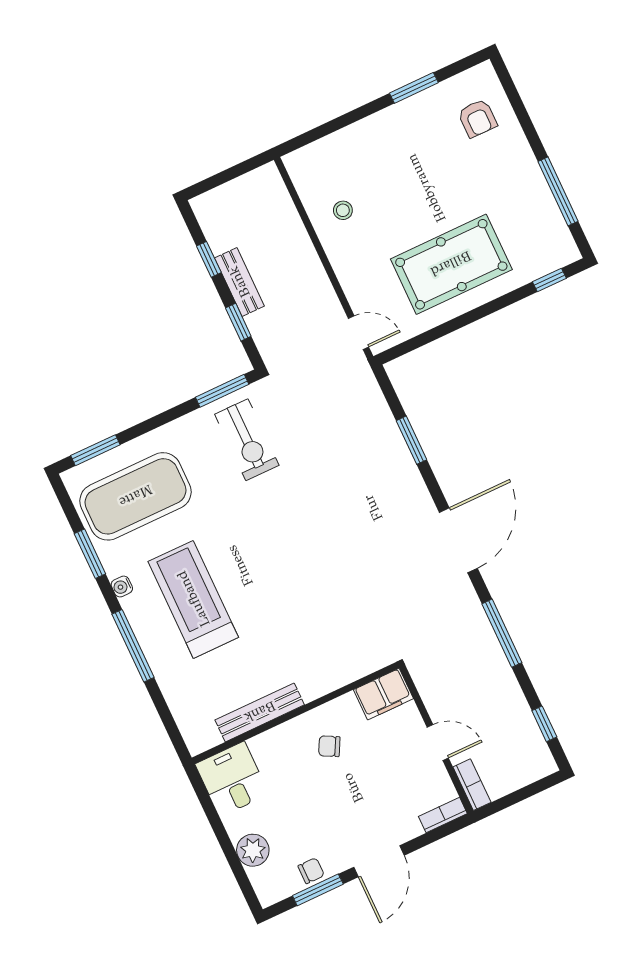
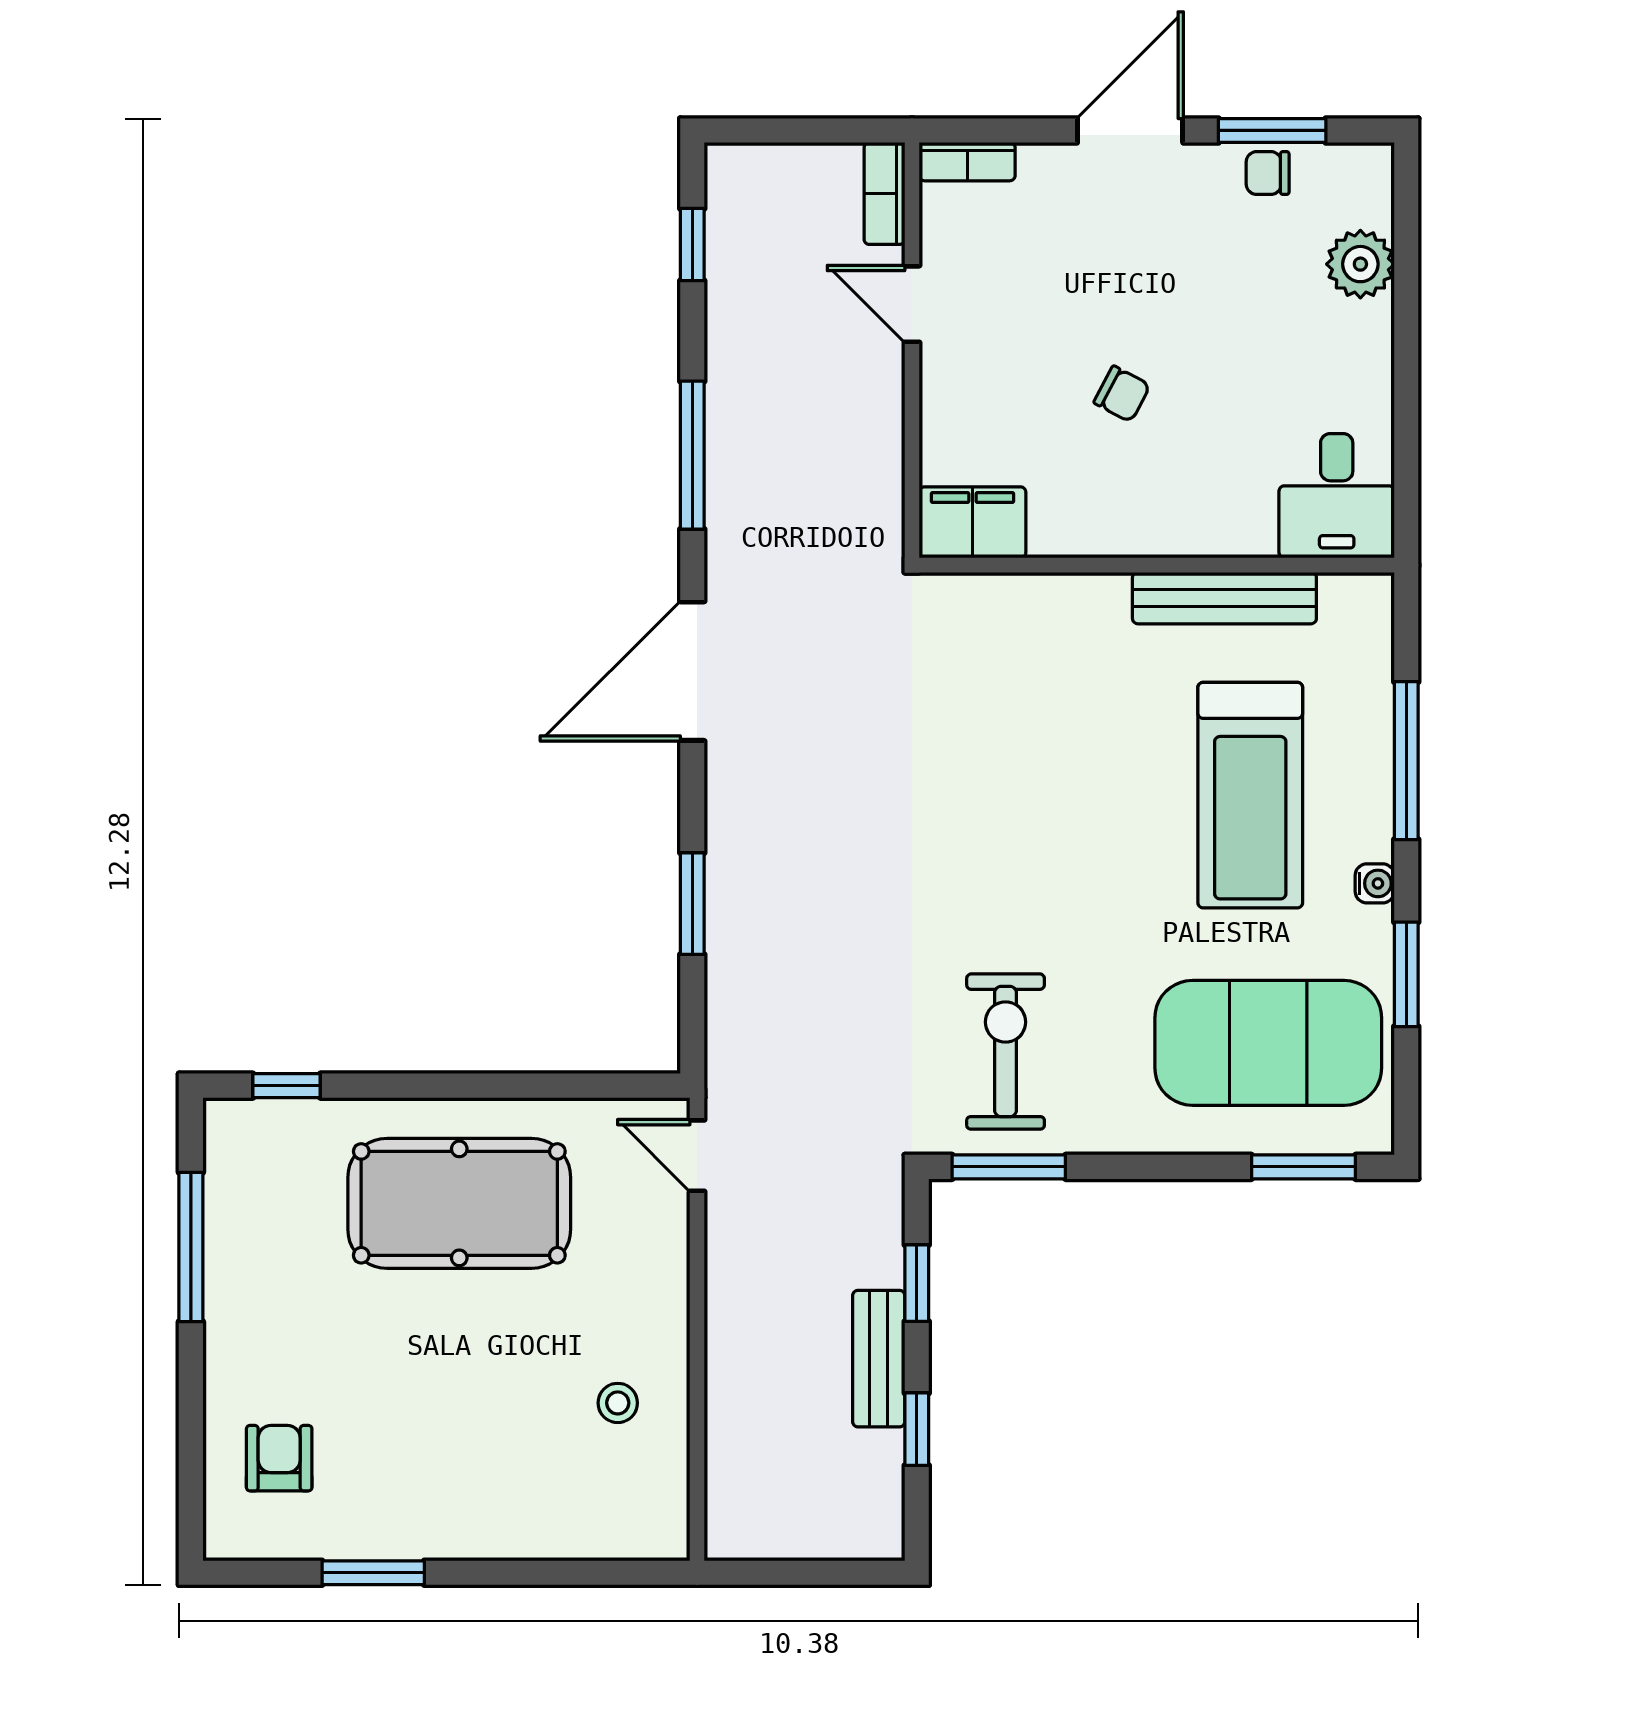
filing cabinet: (383, 694) -> (972, 522), moved
bench: (260, 712) -> (1224, 598), moved
wall: (295, 713) -> (1157, 565), moved
desk: (232, 779) -> (1337, 496), moved

